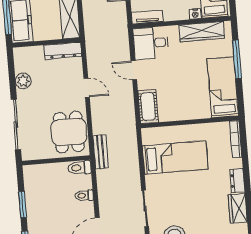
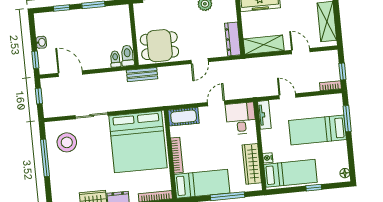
bookcase: (191, 115) -> (177, 155), added
bed: (175, 157) -> (138, 142), width x2.04
toilet: (84, 196) -> (115, 59), moved

